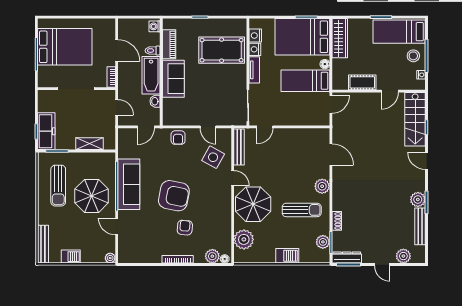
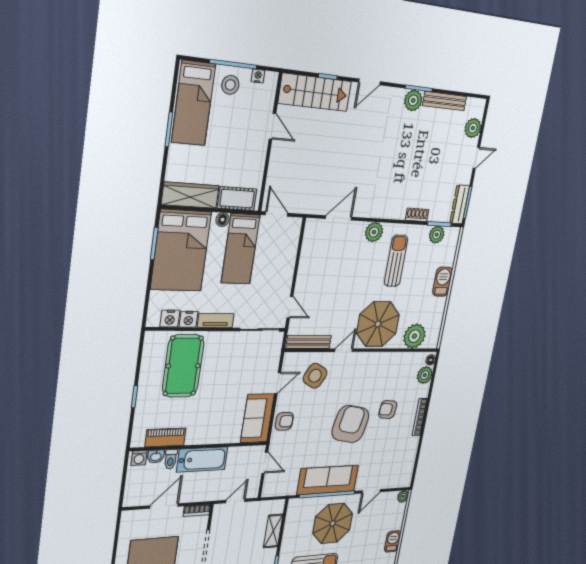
sofa: (173, 79) -> (257, 418), moved, turned -90
cot: (362, 82) -> (237, 199), moved, turned 90
washbasin: (155, 101) -> (156, 456), moved

